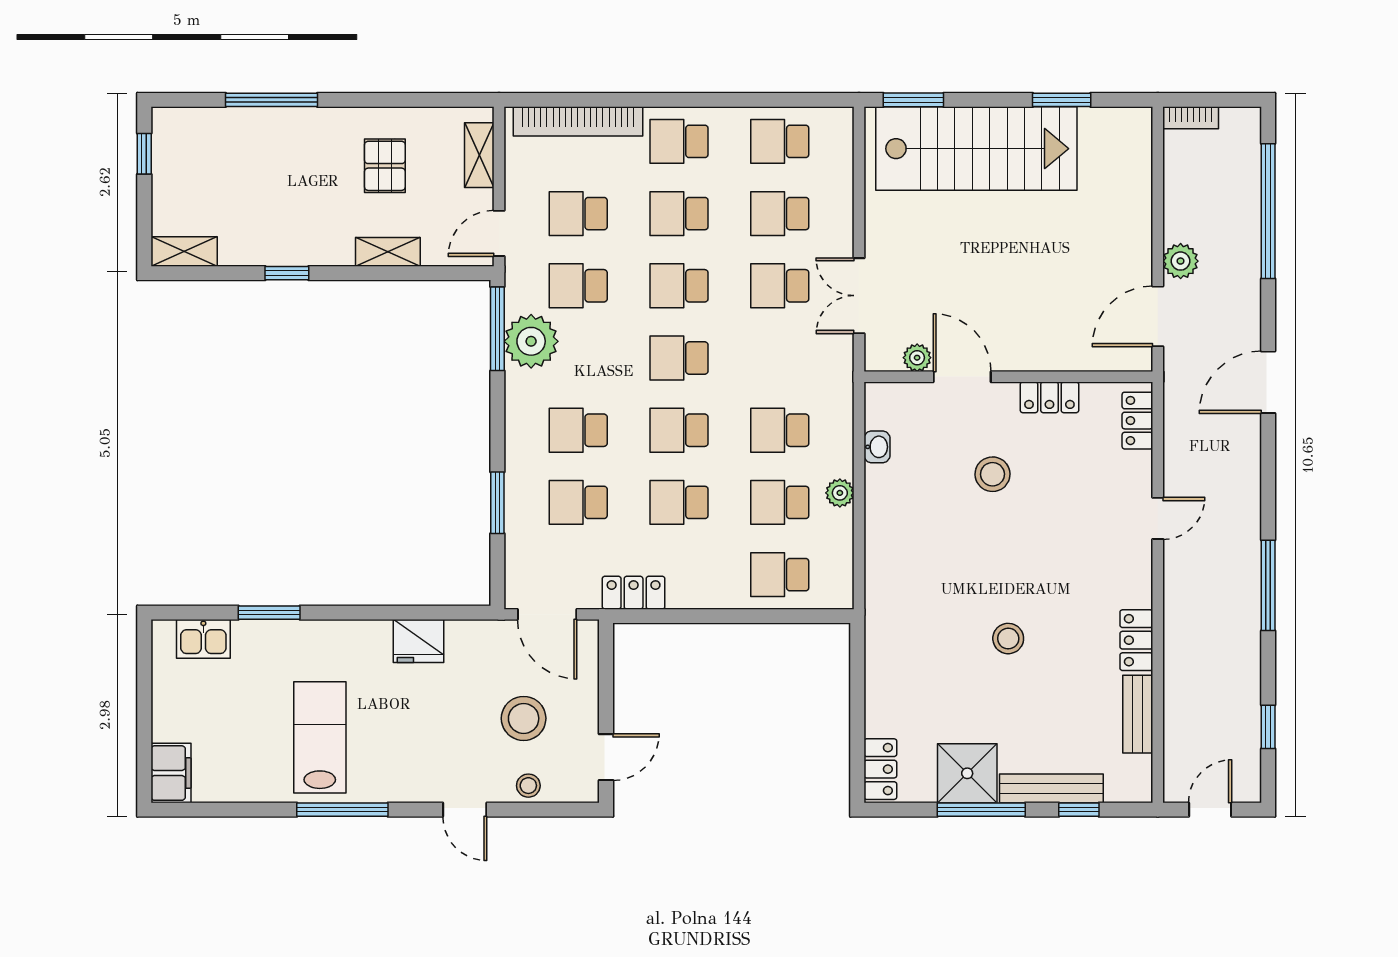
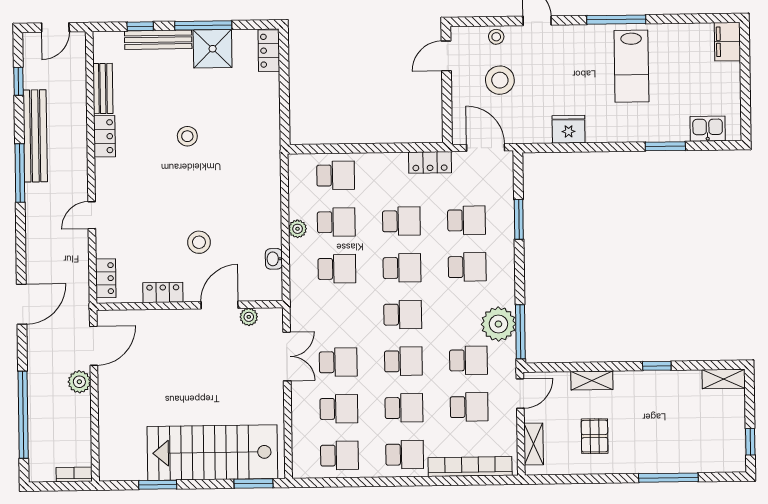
door: (962, 377) -> (220, 305), swing flipped
bench: (1244, 642) -> (35, 136), added

